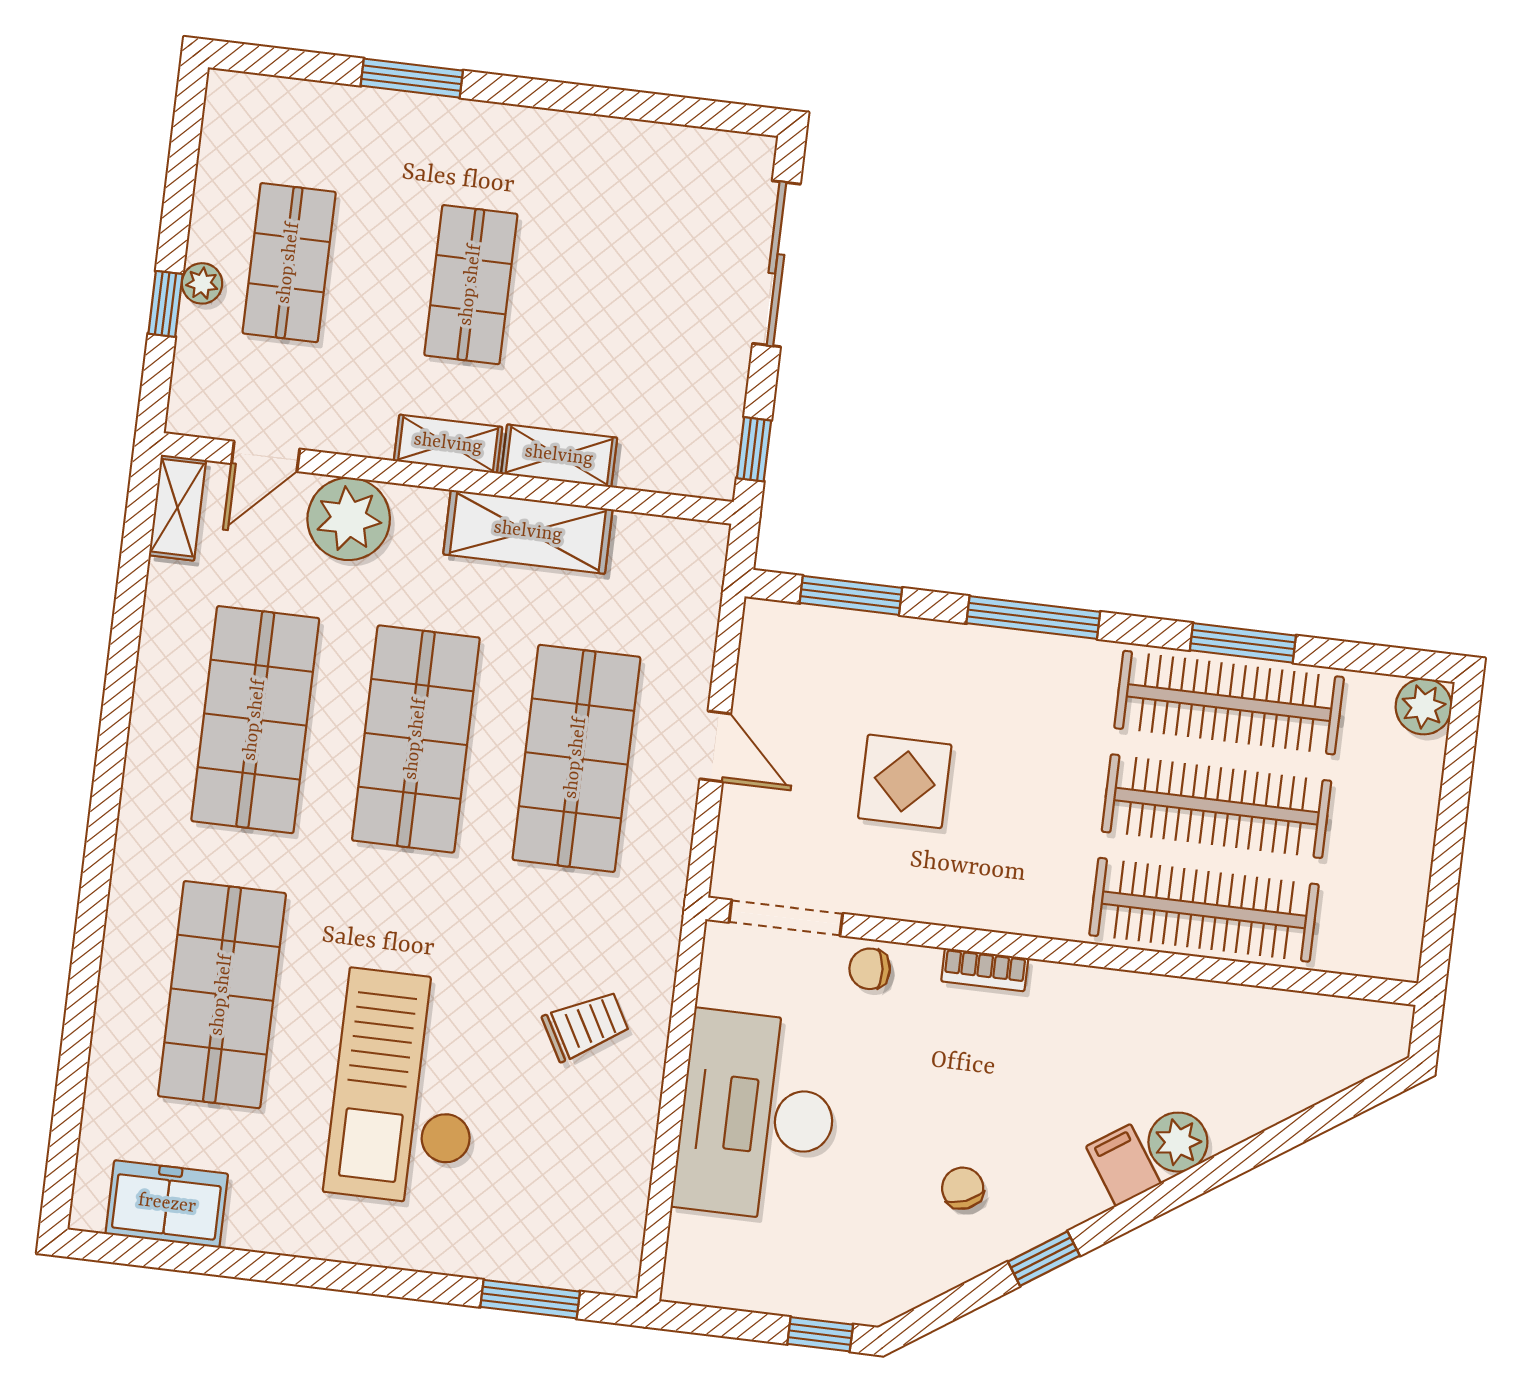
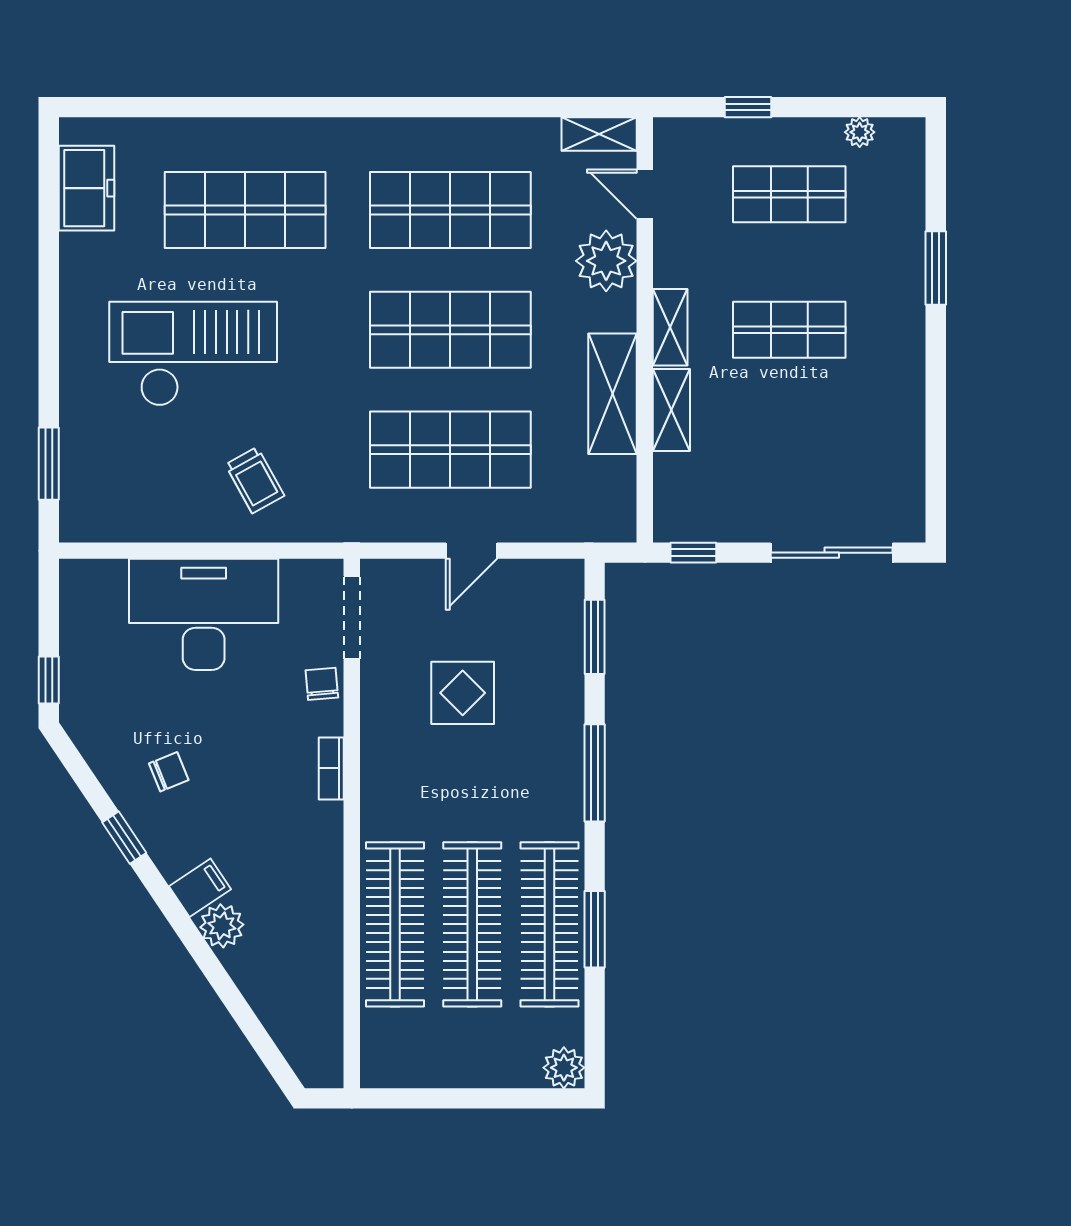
plant: (202, 283) -> (860, 132), moved

